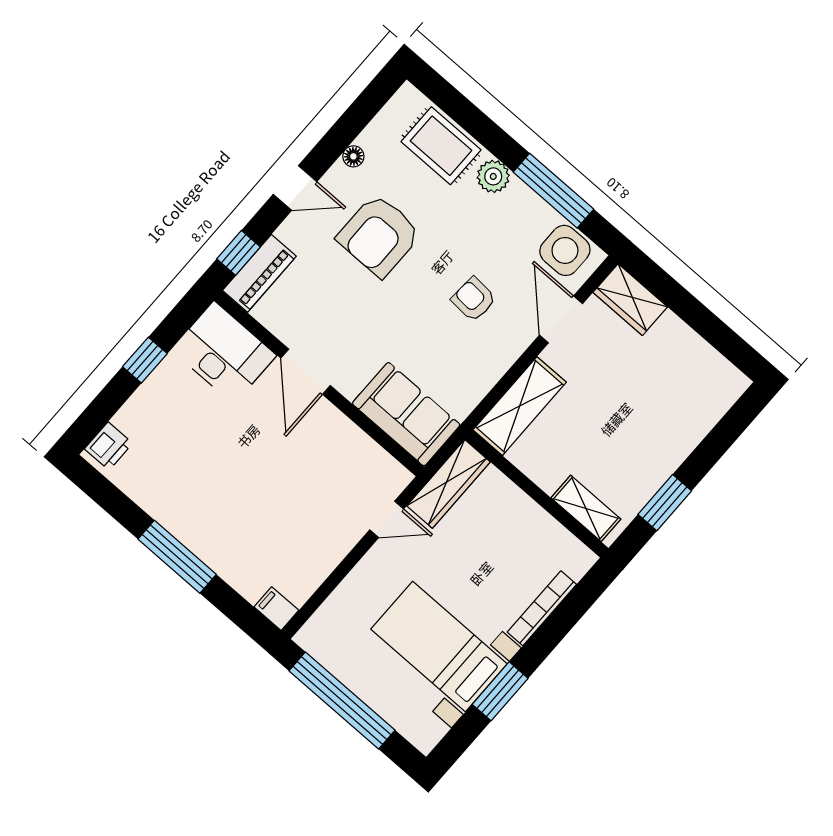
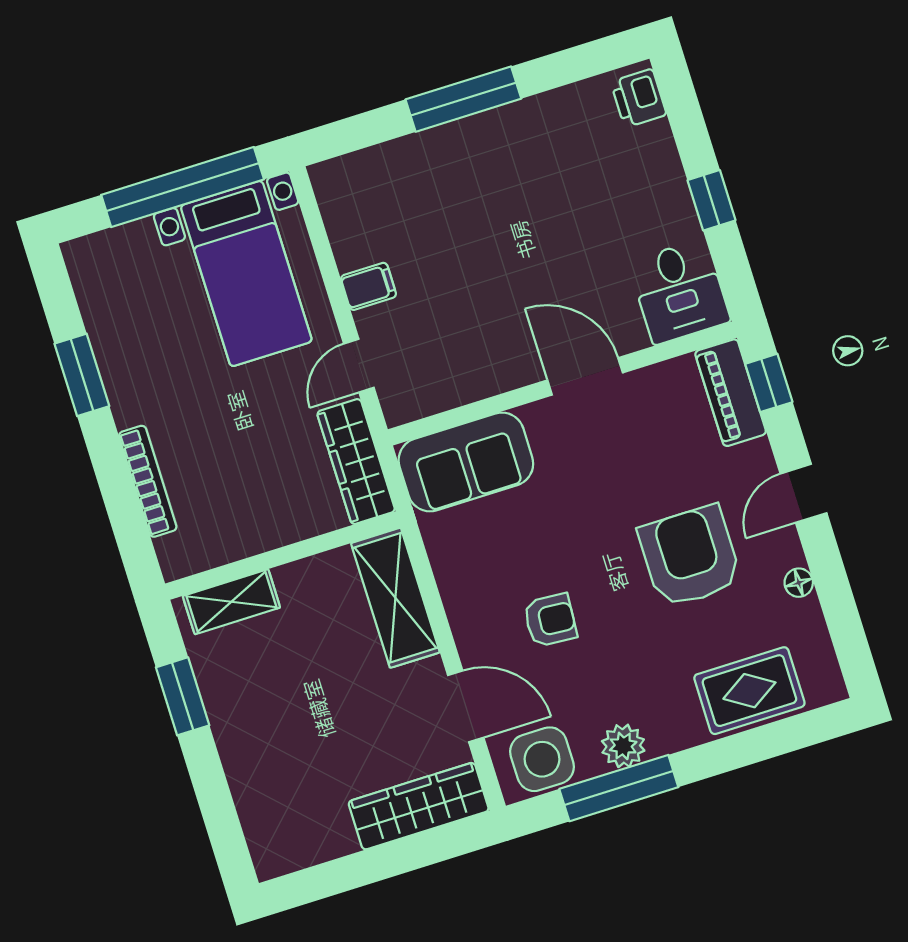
plant: (493, 176) -> (623, 746), moved
wardrobe: (630, 300) -> (419, 806), width x1.50
desk: (224, 353) -> (679, 292), width x0.73
filing cabinet: (276, 609) -> (368, 286), moved
bed with nightstands: (439, 647) -> (246, 274), moved, turned 90

